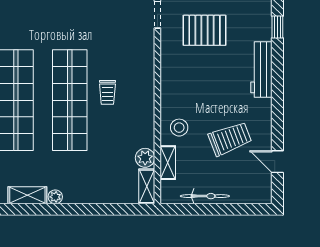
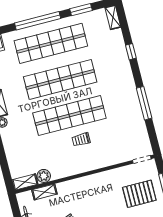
pallet: (205, 30) -> (139, 194), turned 90
stool: (179, 128) -> (70, 194), removed

